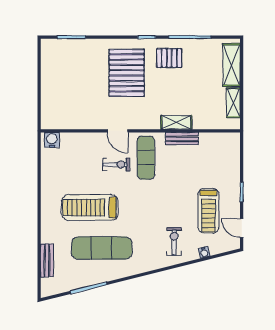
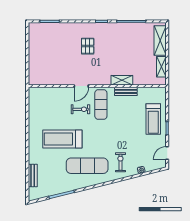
pallet: (169, 58) -> (117, 36), removed
pallet: (127, 73) -> (88, 46), width x0.49, depth x0.50
door: (117, 131) -> (81, 86), hinge flipped
water cooler: (52, 140) -> (36, 92), removed
treadmill: (208, 211) -> (153, 119), moved
door: (242, 228) -> (167, 153), hinge flipped
exercise mat: (102, 248) -> (87, 166), moved

